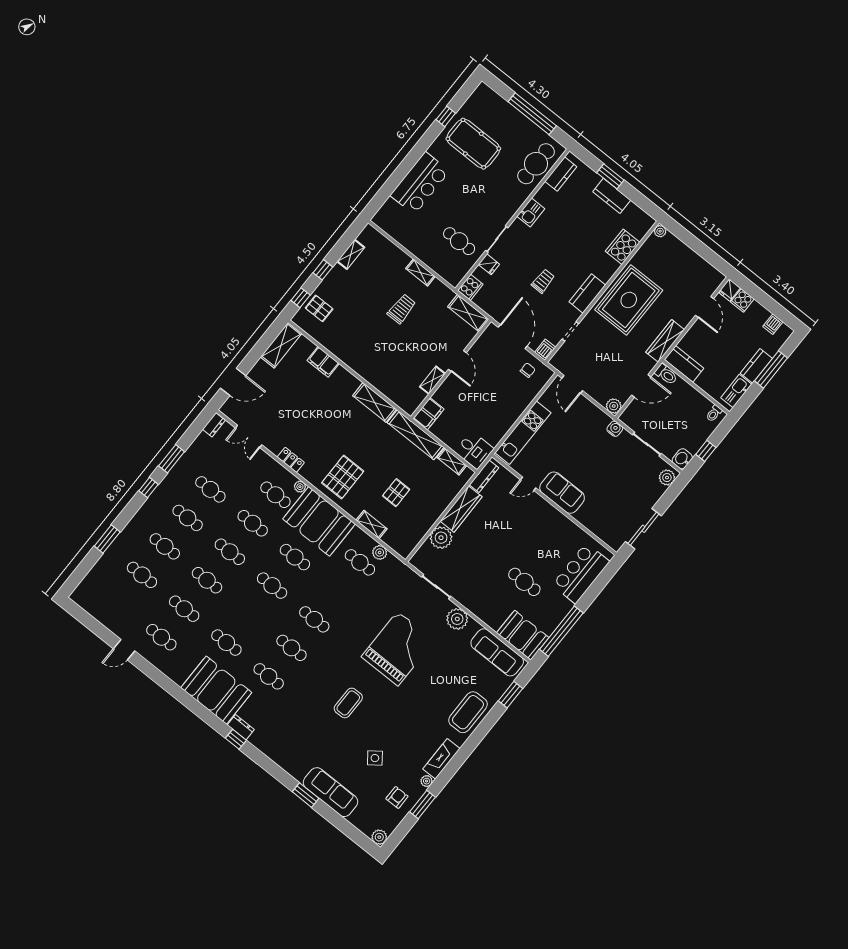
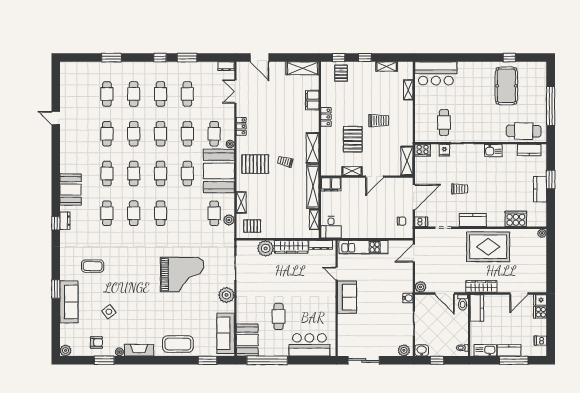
bar counter: (420, 183) -> (436, 73), moved
shelving: (420, 272) -> (408, 90), moved
pallet: (399, 352) -> (353, 139), added
locker: (353, 362) -> (326, 117), added
trolley: (365, 443) -> (285, 162), added
pallet: (396, 493) -> (252, 226), moved
cafe table: (161, 637) -> (134, 173), moved
booth: (216, 690) -> (71, 190), width x0.73, depth x0.70
coffee table: (348, 703) -> (93, 266), moved

